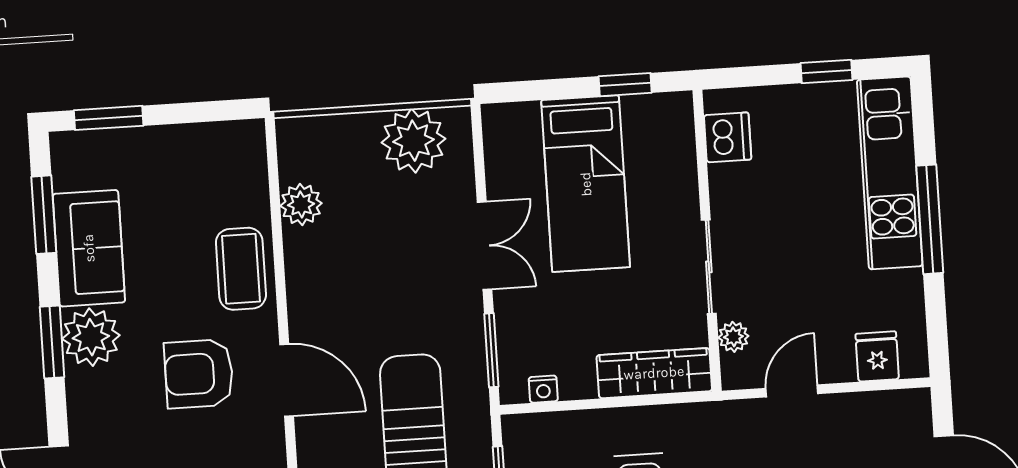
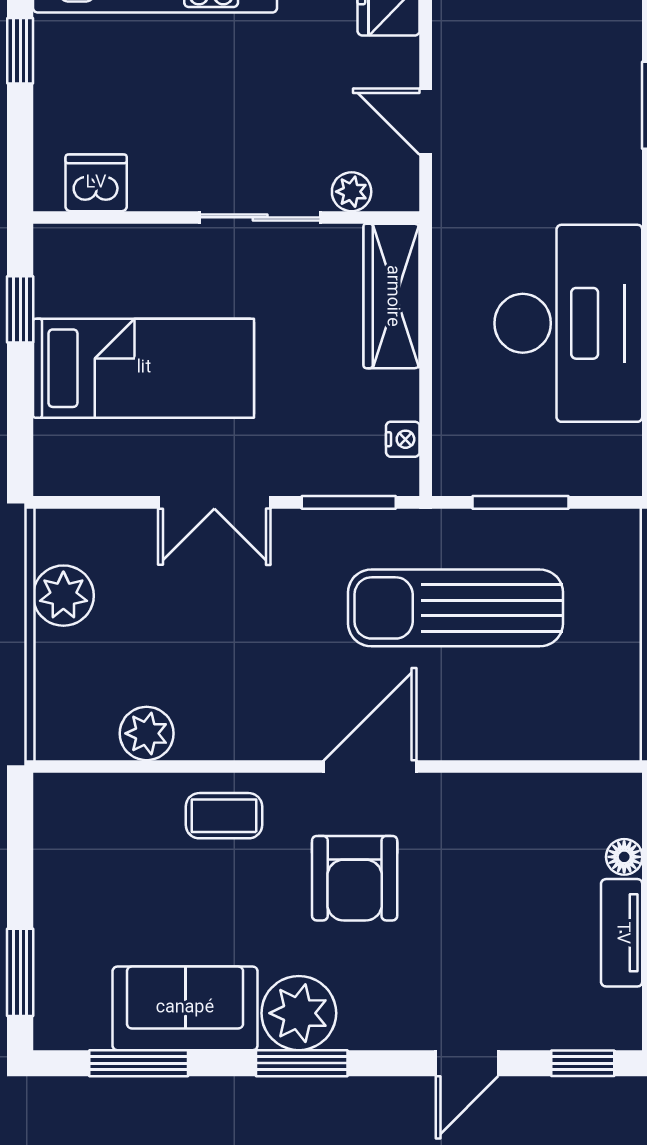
plant: (413, 141) -> (63, 596), width x0.73, depth x0.73
double door: (485, 246) -> (214, 502), swing flipped
coffee table: (241, 269) -> (224, 816), width x0.73, depth x0.77

